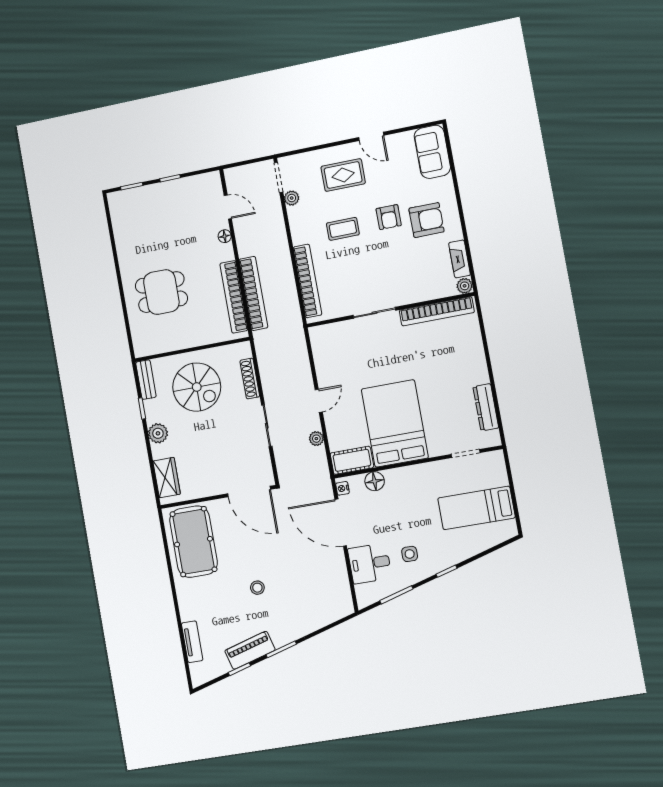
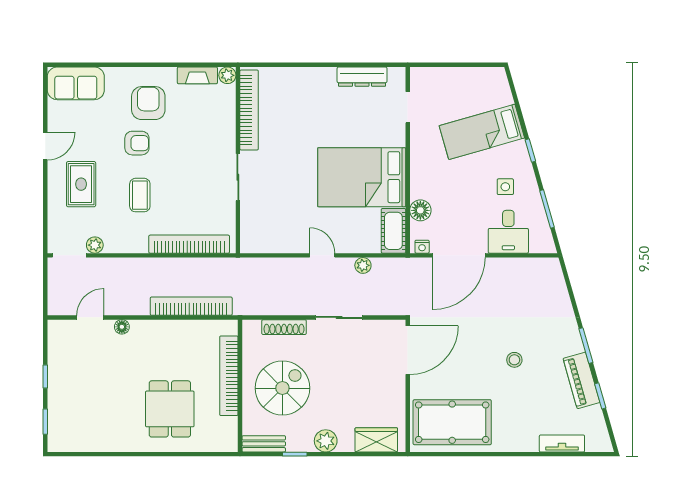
bookcase: (234, 297) -> (229, 376), moved, turned 90
bed: (476, 508) -> (482, 132), moved, turned 74

